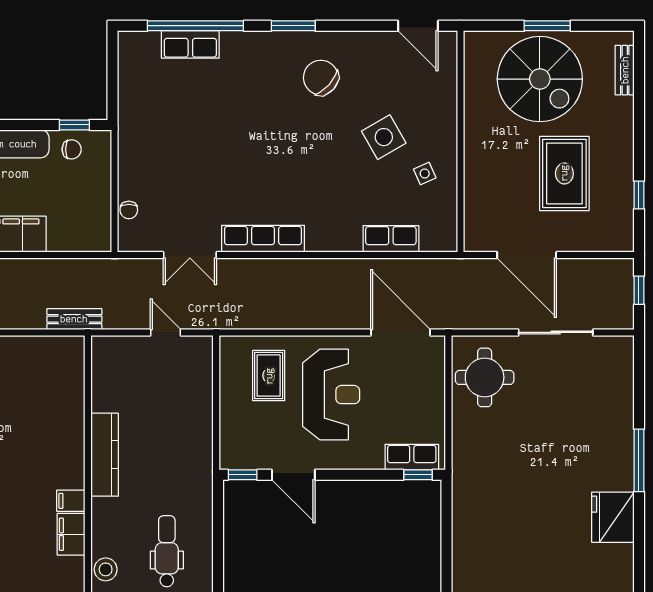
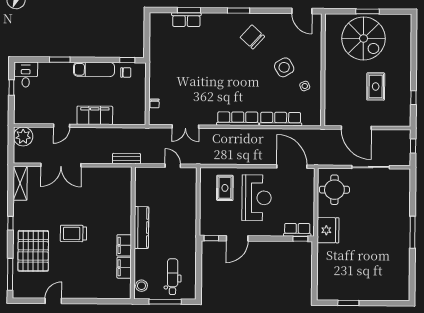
window: (195, 26) -> (189, 10), width x0.47
bench: (625, 70) -> (407, 34), removed
rug: (564, 173) -> (376, 86), width x0.73, depth x0.70
row of seats: (263, 239) -> (238, 119), moved
row of seats: (391, 239) -> (281, 119), width x1.48
door: (293, 475) -> (237, 238), hinge flipped
filing cabinet: (71, 501) -> (124, 245), width x2.00
fridge: (613, 517) -> (328, 230), moved, turned 180

